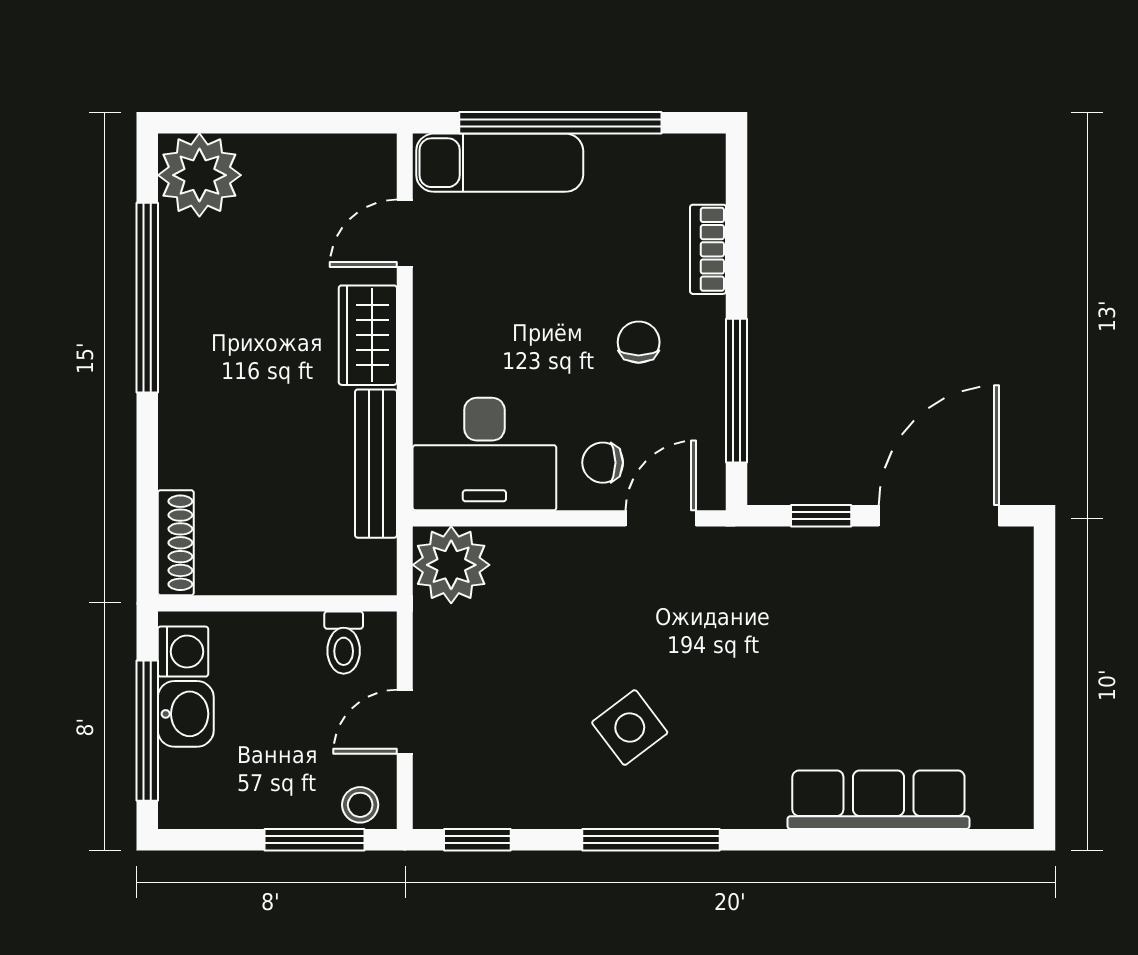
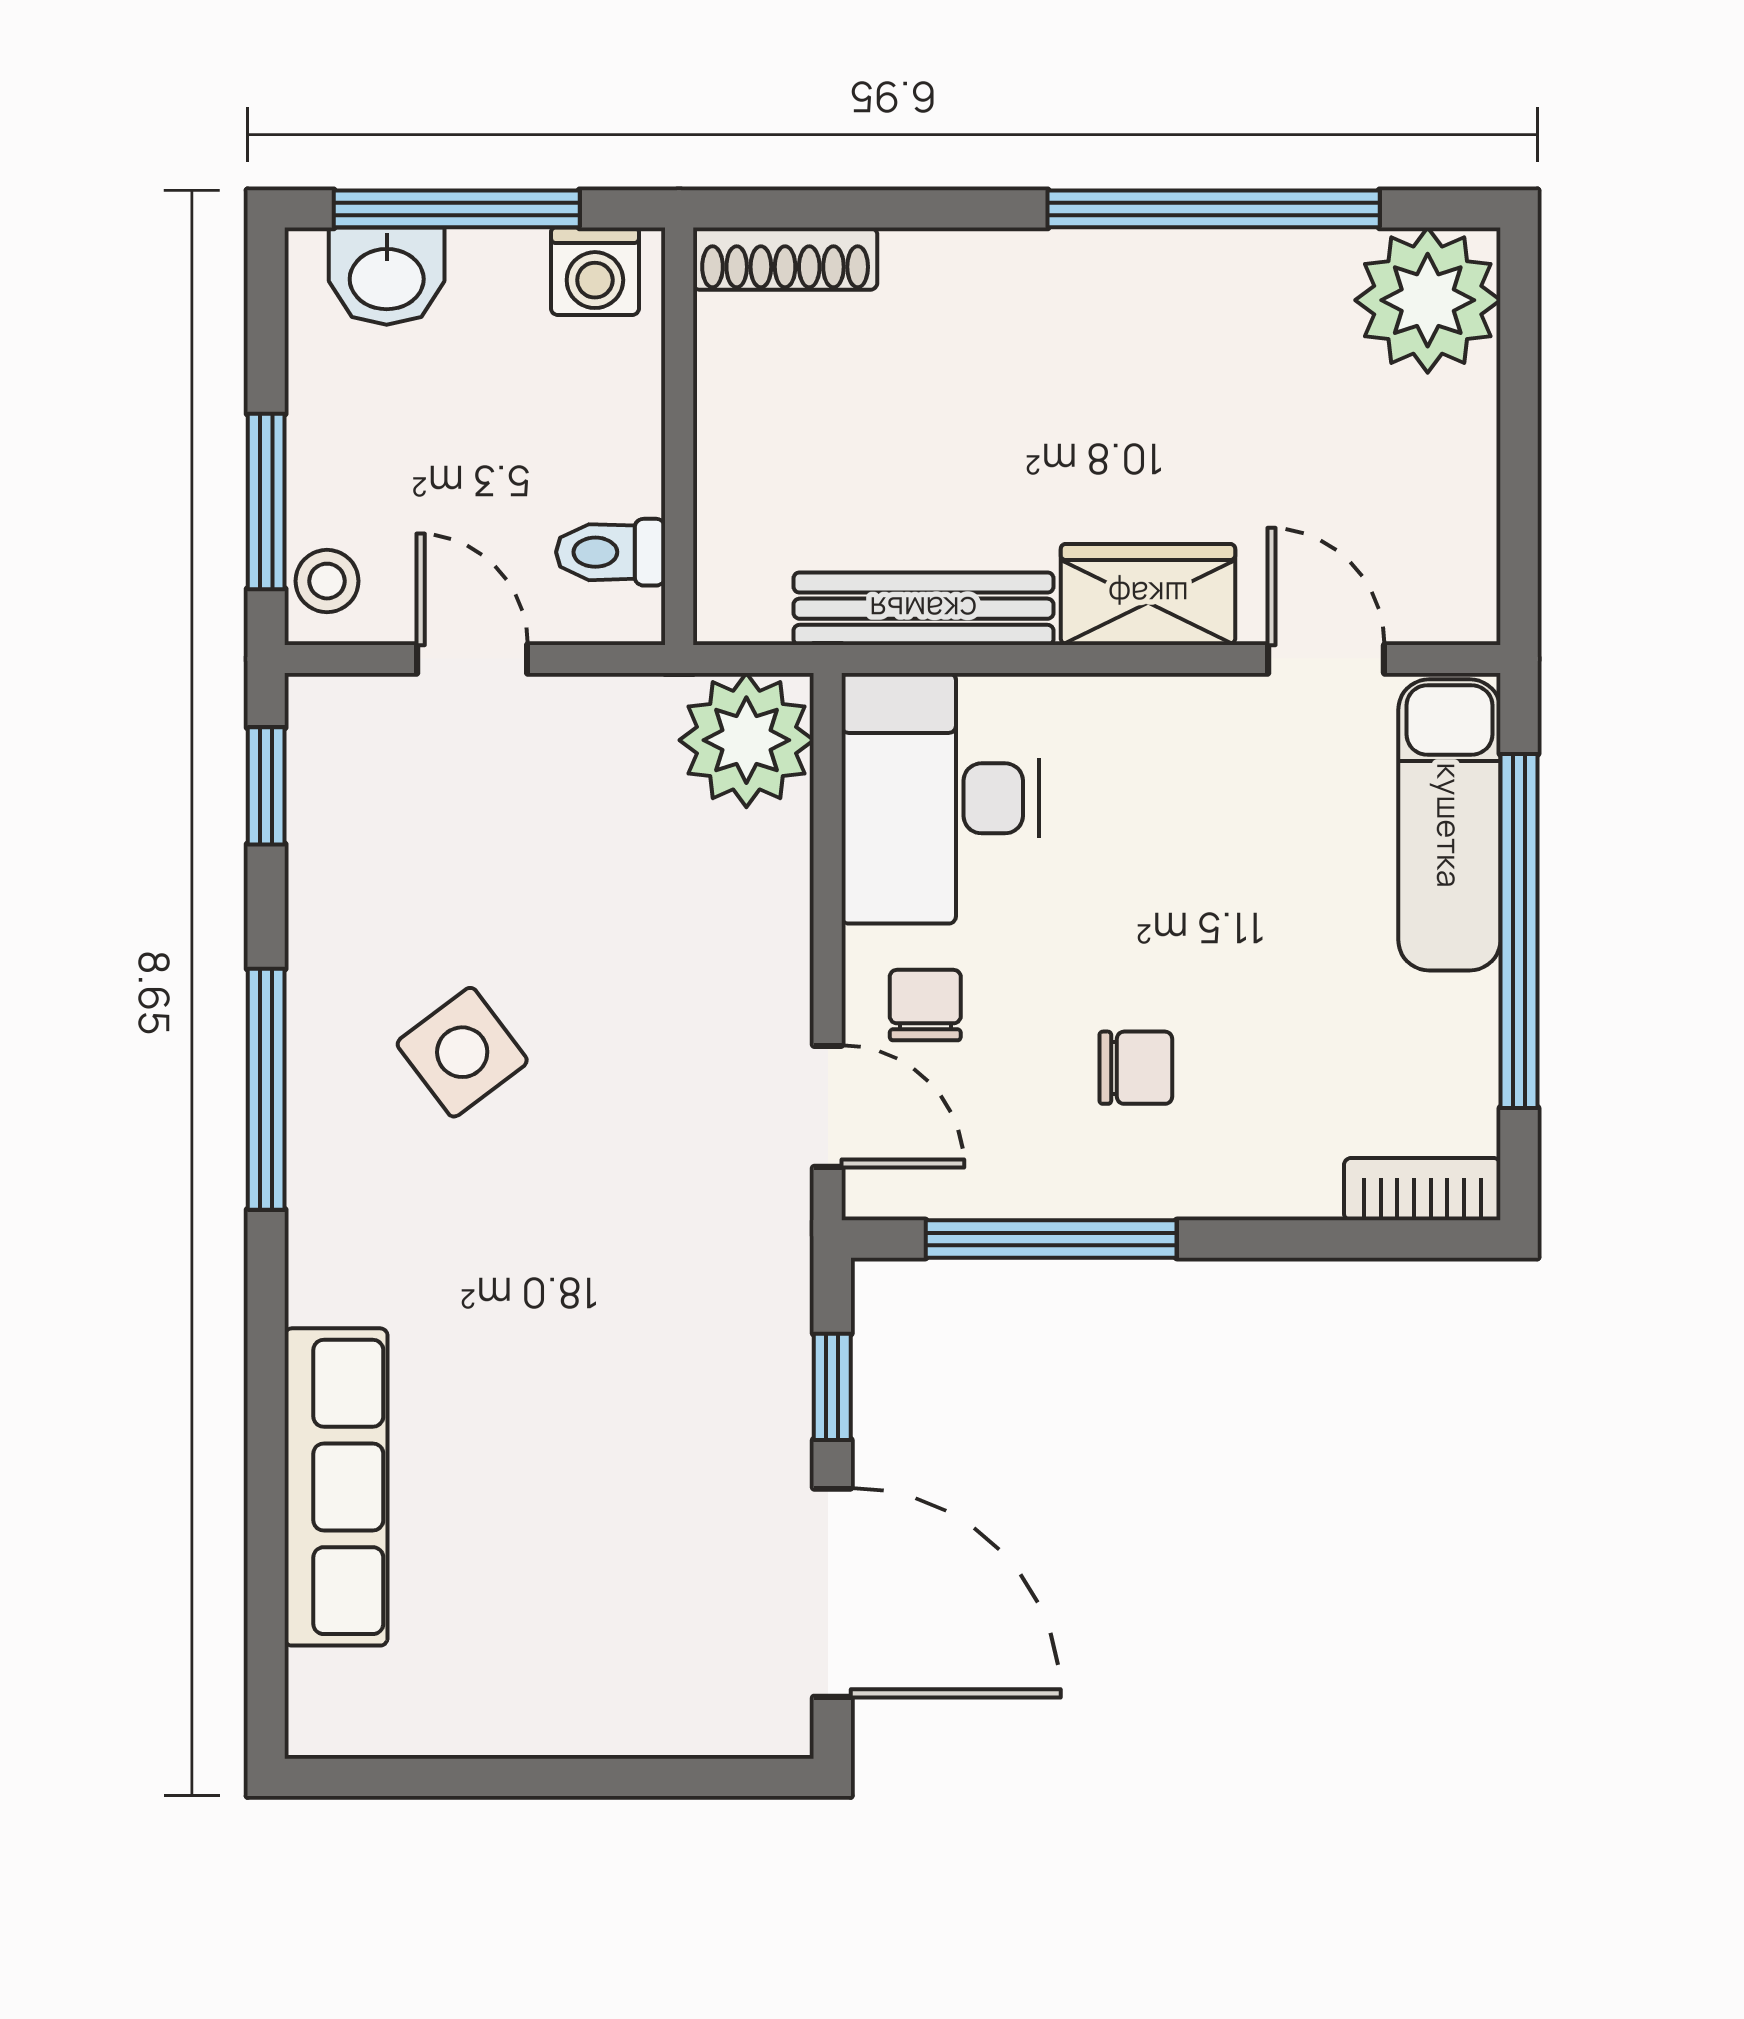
bookcase: (708, 249) -> (1422, 1189), moved
washbasin: (186, 714) -> (387, 276), moved

